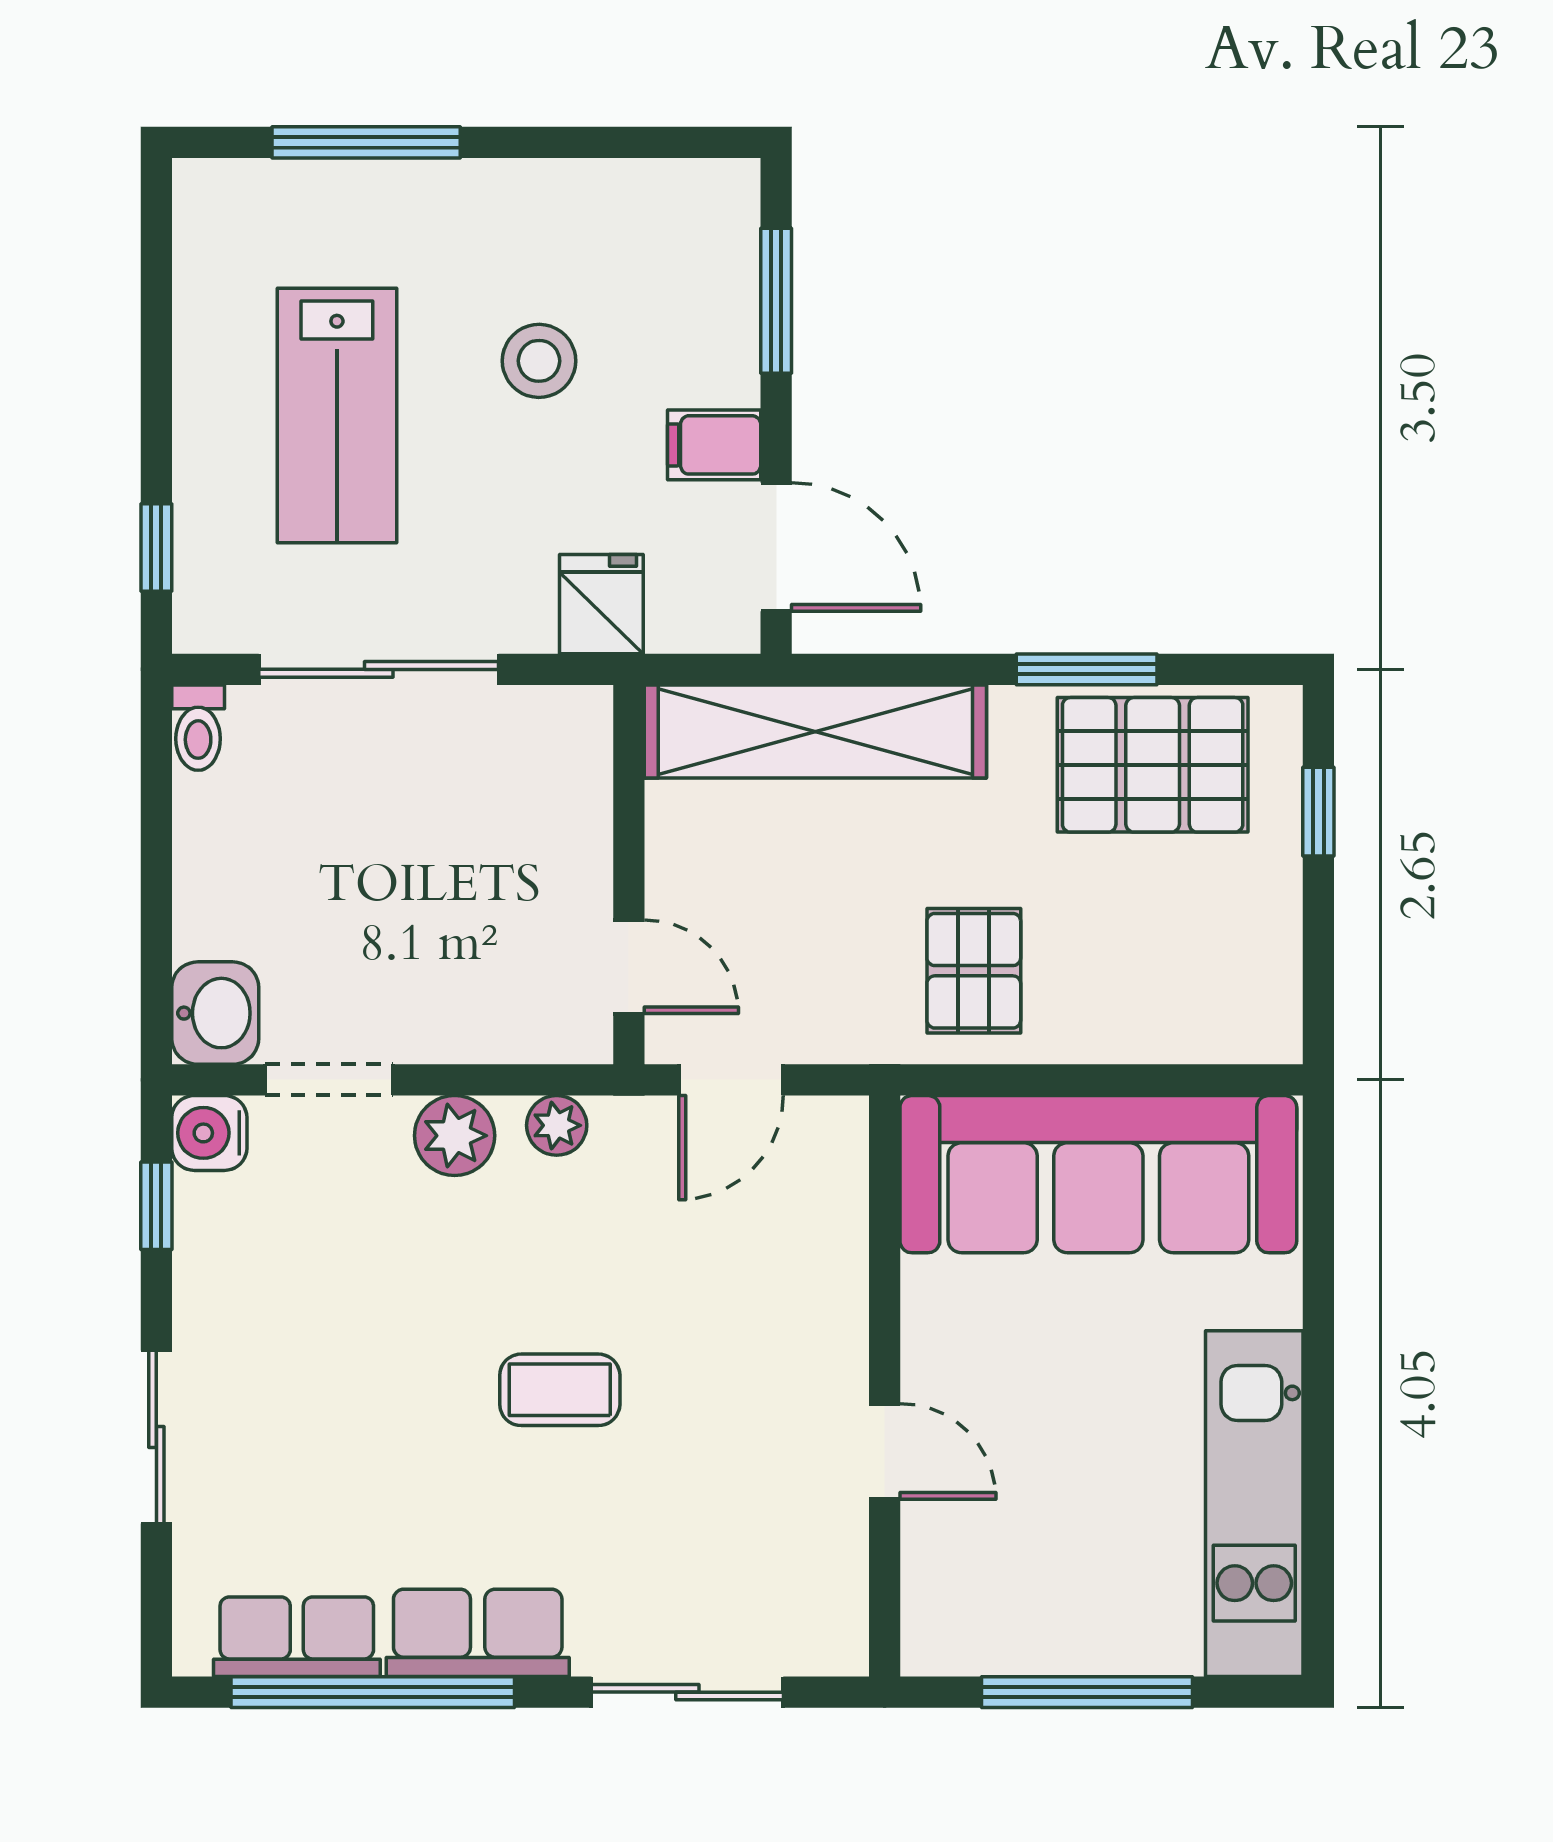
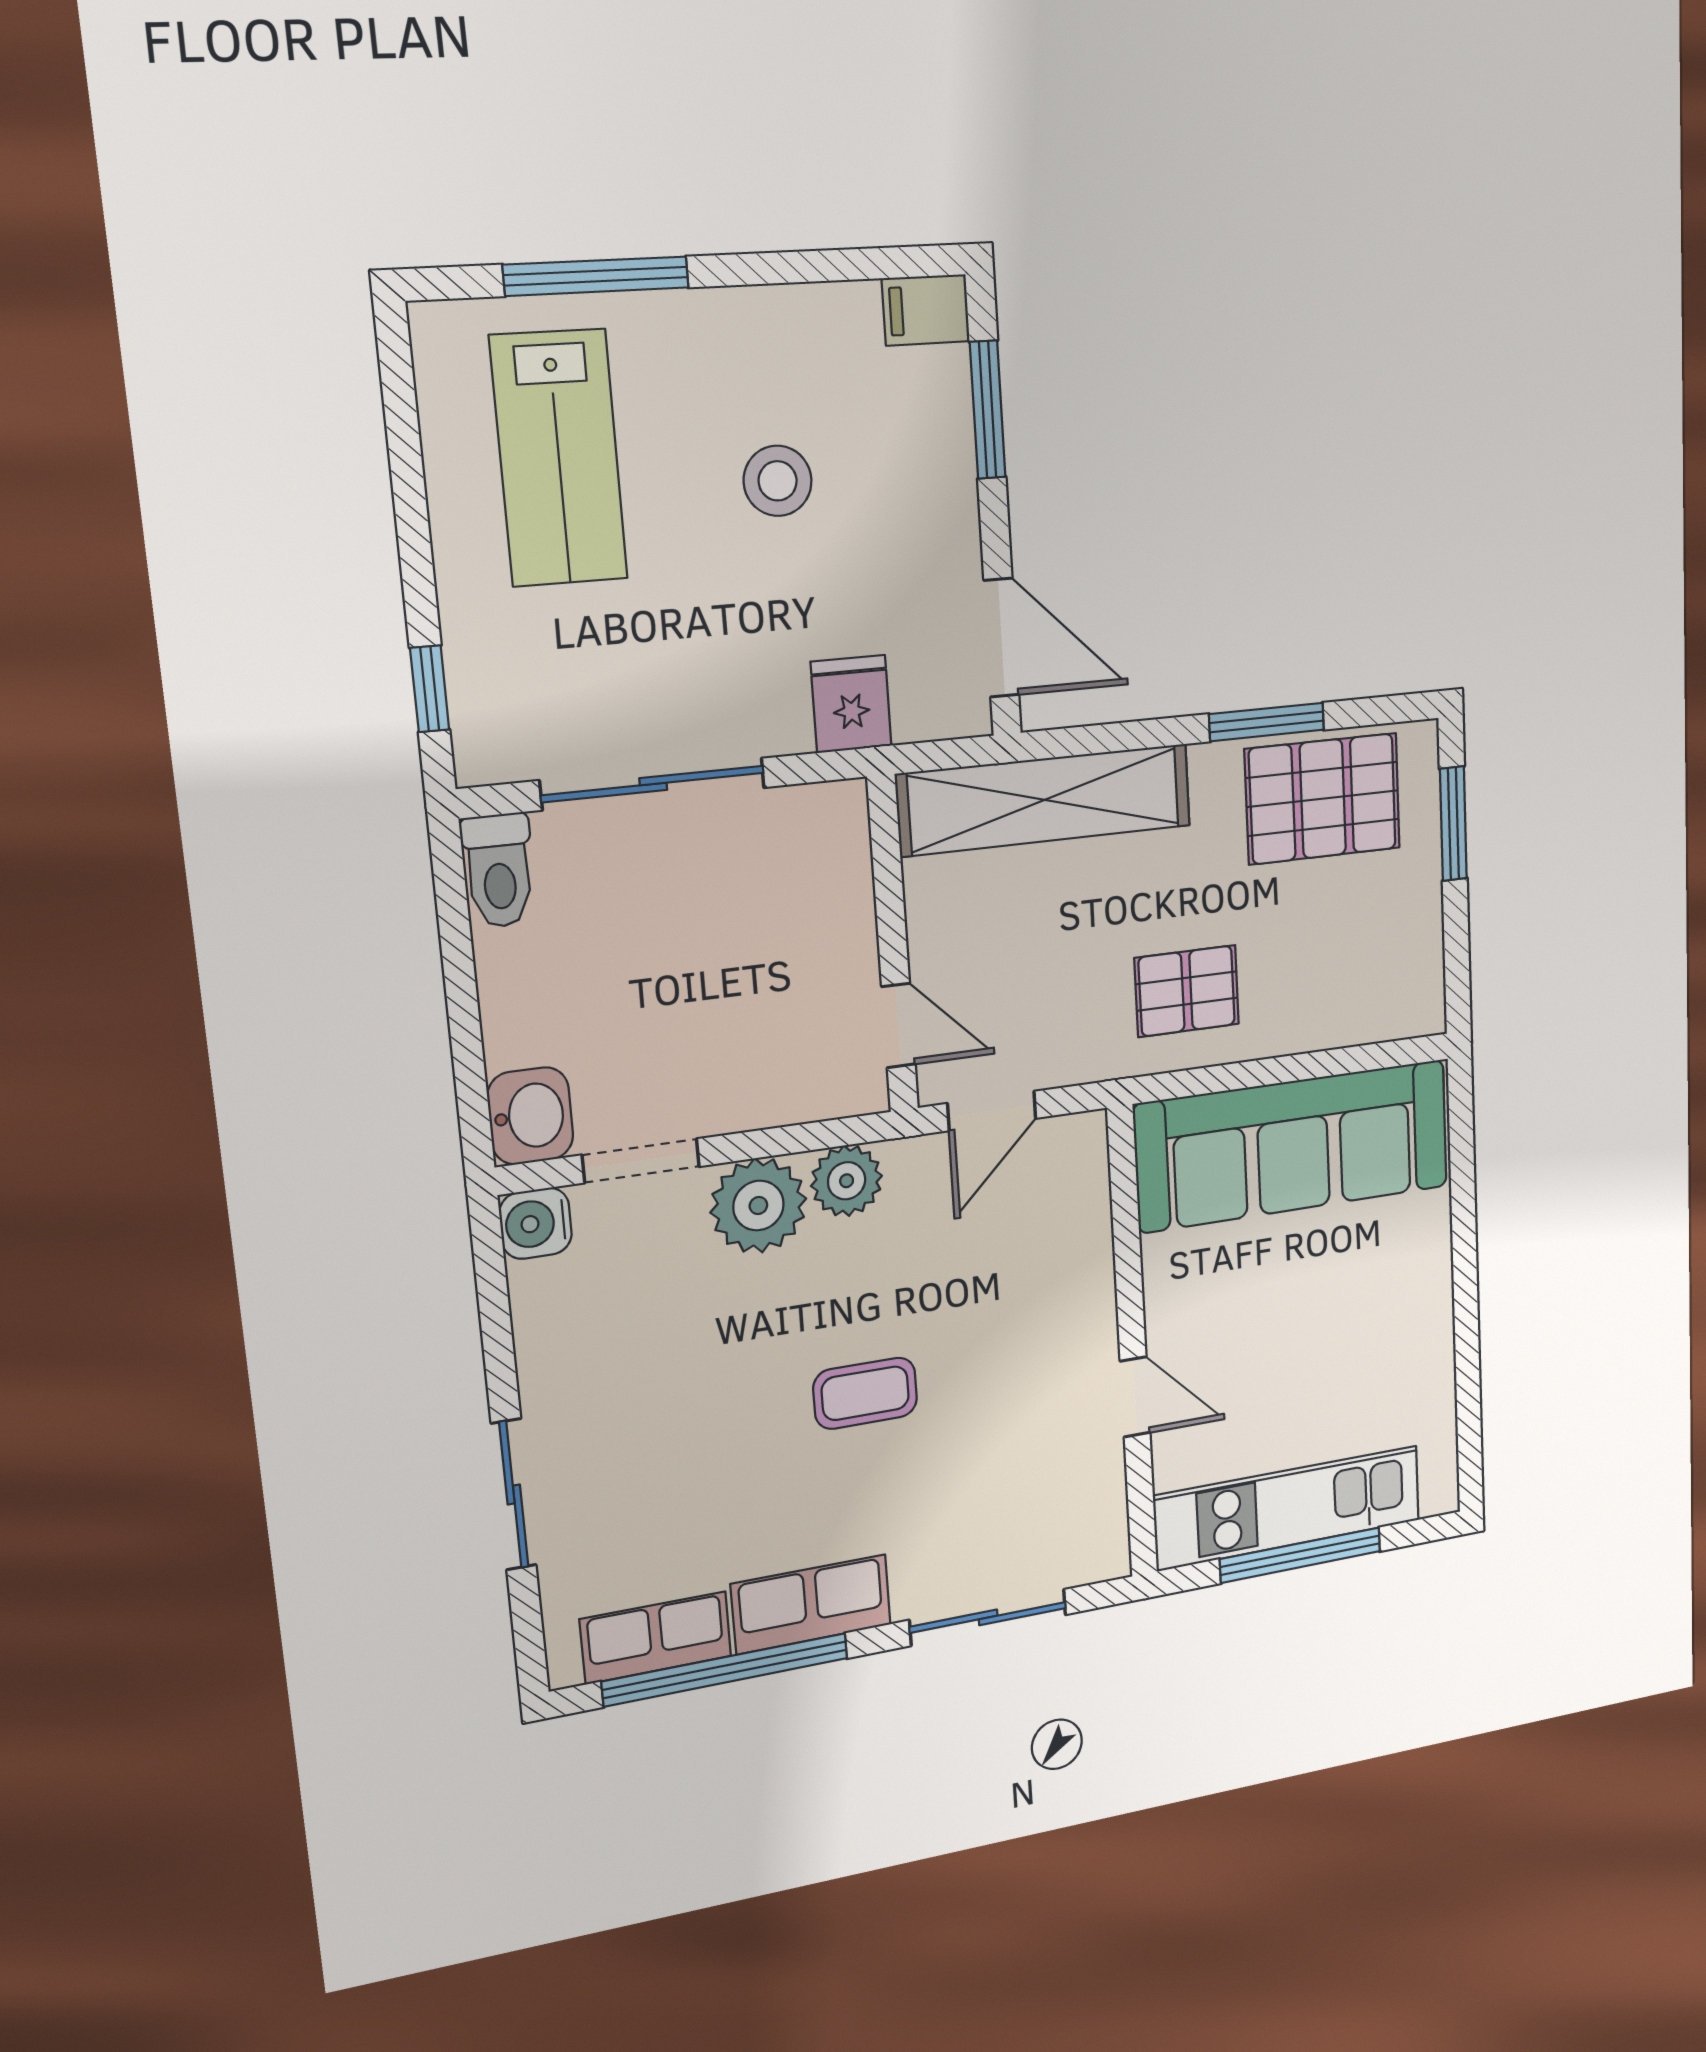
lab bench: (337, 416) -> (559, 458), moved
filing cabinet: (714, 445) -> (926, 310), moved
toilet: (198, 728) -> (499, 871), width x1.37, depth x1.39
window: (1318, 812) -> (1453, 824), width x1.50
pallet: (974, 971) -> (1187, 991), turned 90
plant: (557, 1125) -> (847, 1181), width x1.38, depth x1.38
plant: (455, 1136) -> (758, 1206), width x1.36, depth x1.36
window: (156, 1206) -> (493, 1295), removed
kitchen unit: (1254, 1504) -> (1288, 1508), moved, turned 90

